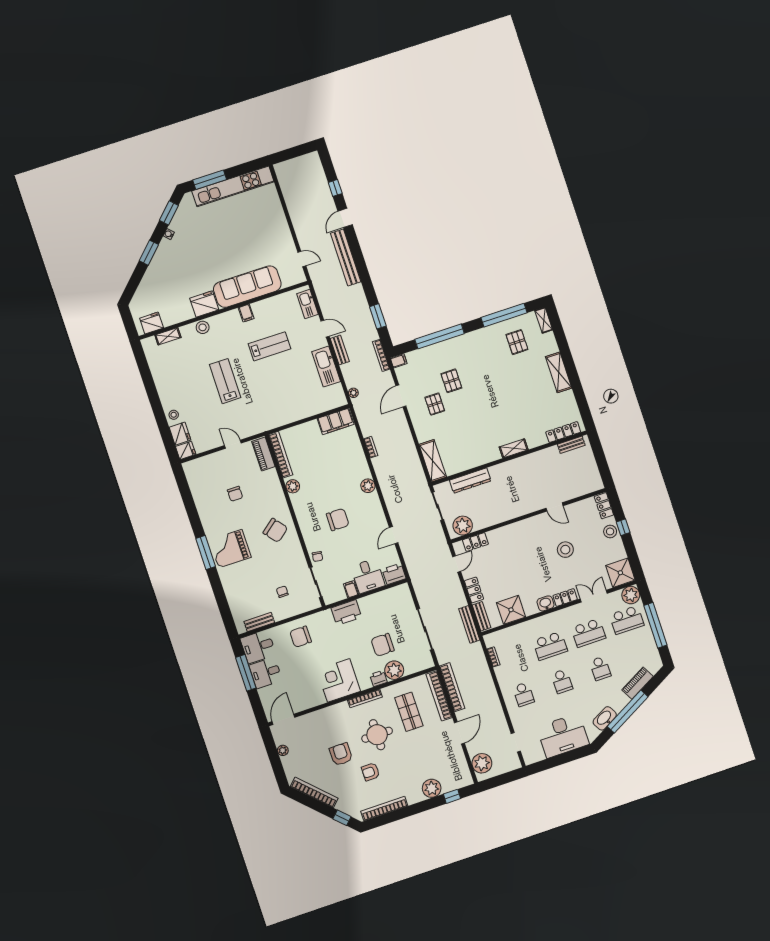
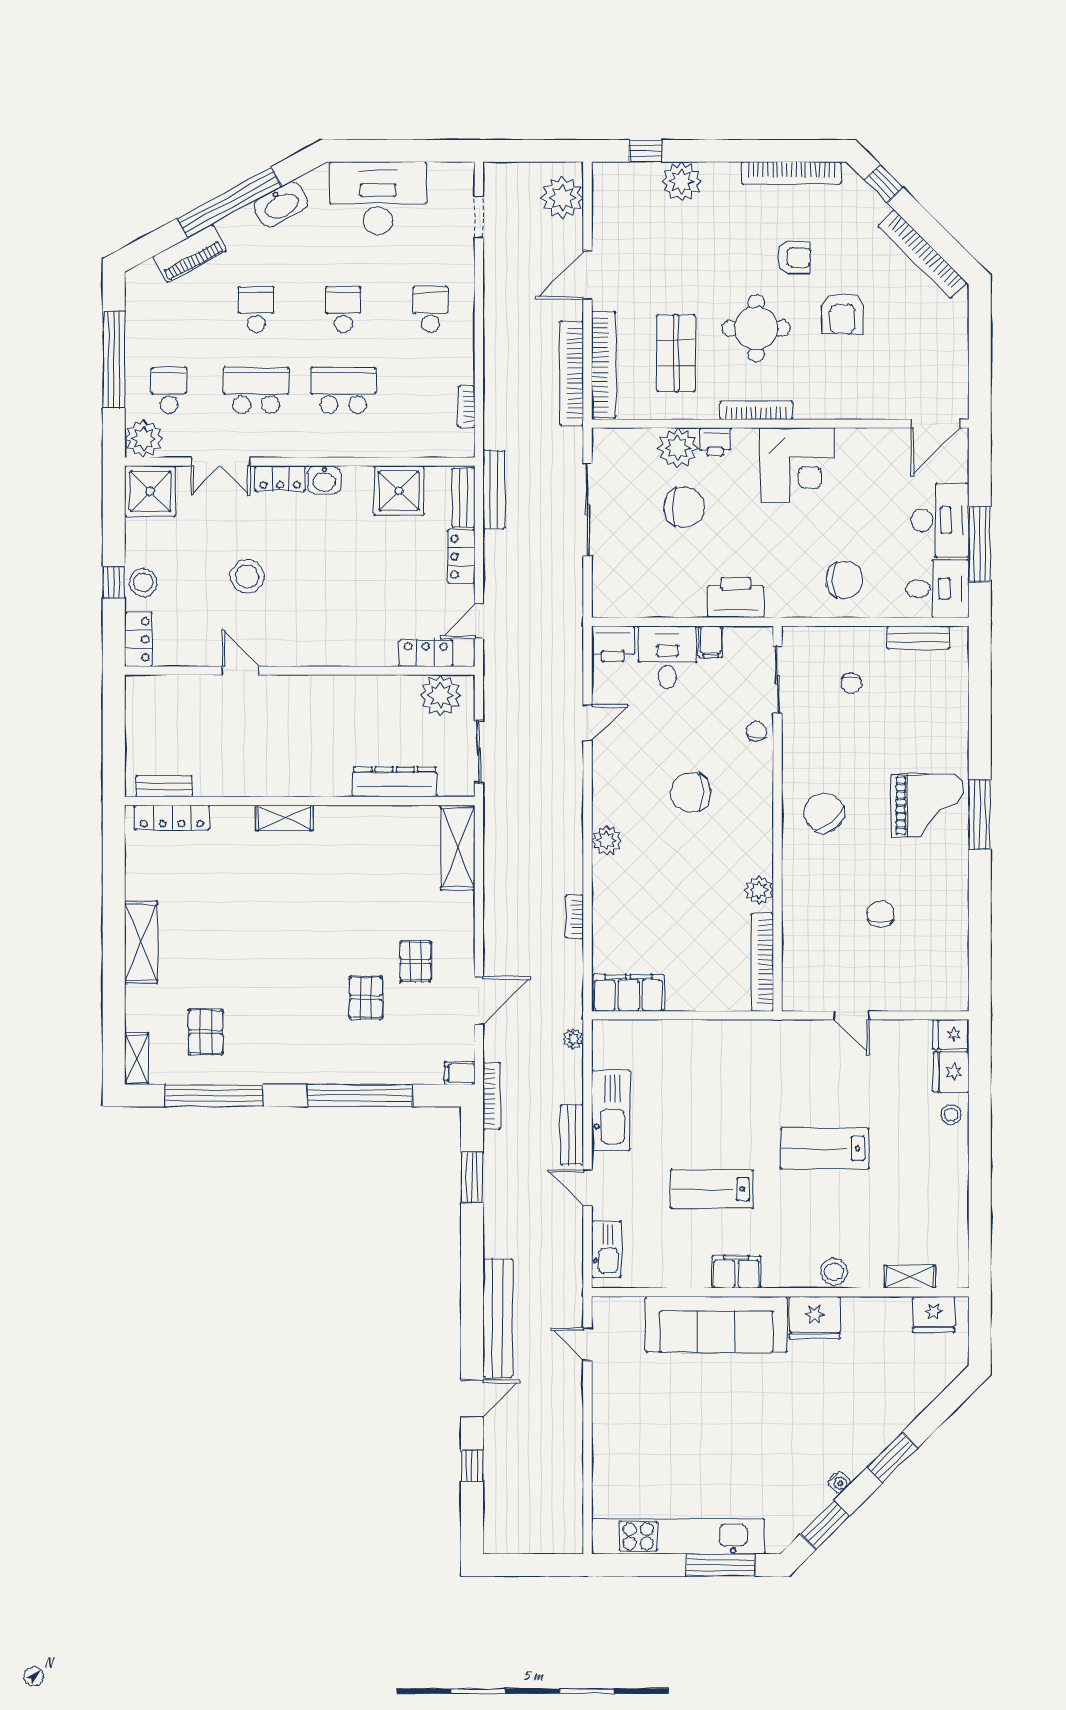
filing cabinet: (246, 313) -> (736, 1272), width x2.00
lab bench: (225, 381) -> (825, 1148), turned 90
piano: (263, 454) -> (797, 975), removed
school desk: (627, 620) -> (169, 390), width x0.54
desk: (266, 673) -> (940, 520), width x1.37
plant: (283, 750) -> (958, 361), removed

